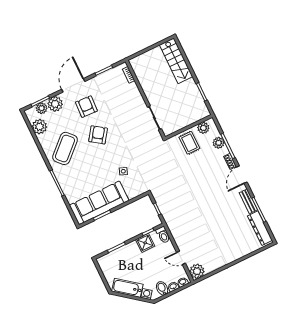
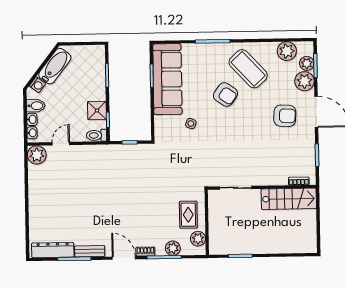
stairs: (176, 61) -> (289, 199), moved, turned 180
armchair: (98, 135) -> (225, 94), moved
rug: (189, 143) -> (188, 215), turned 90

